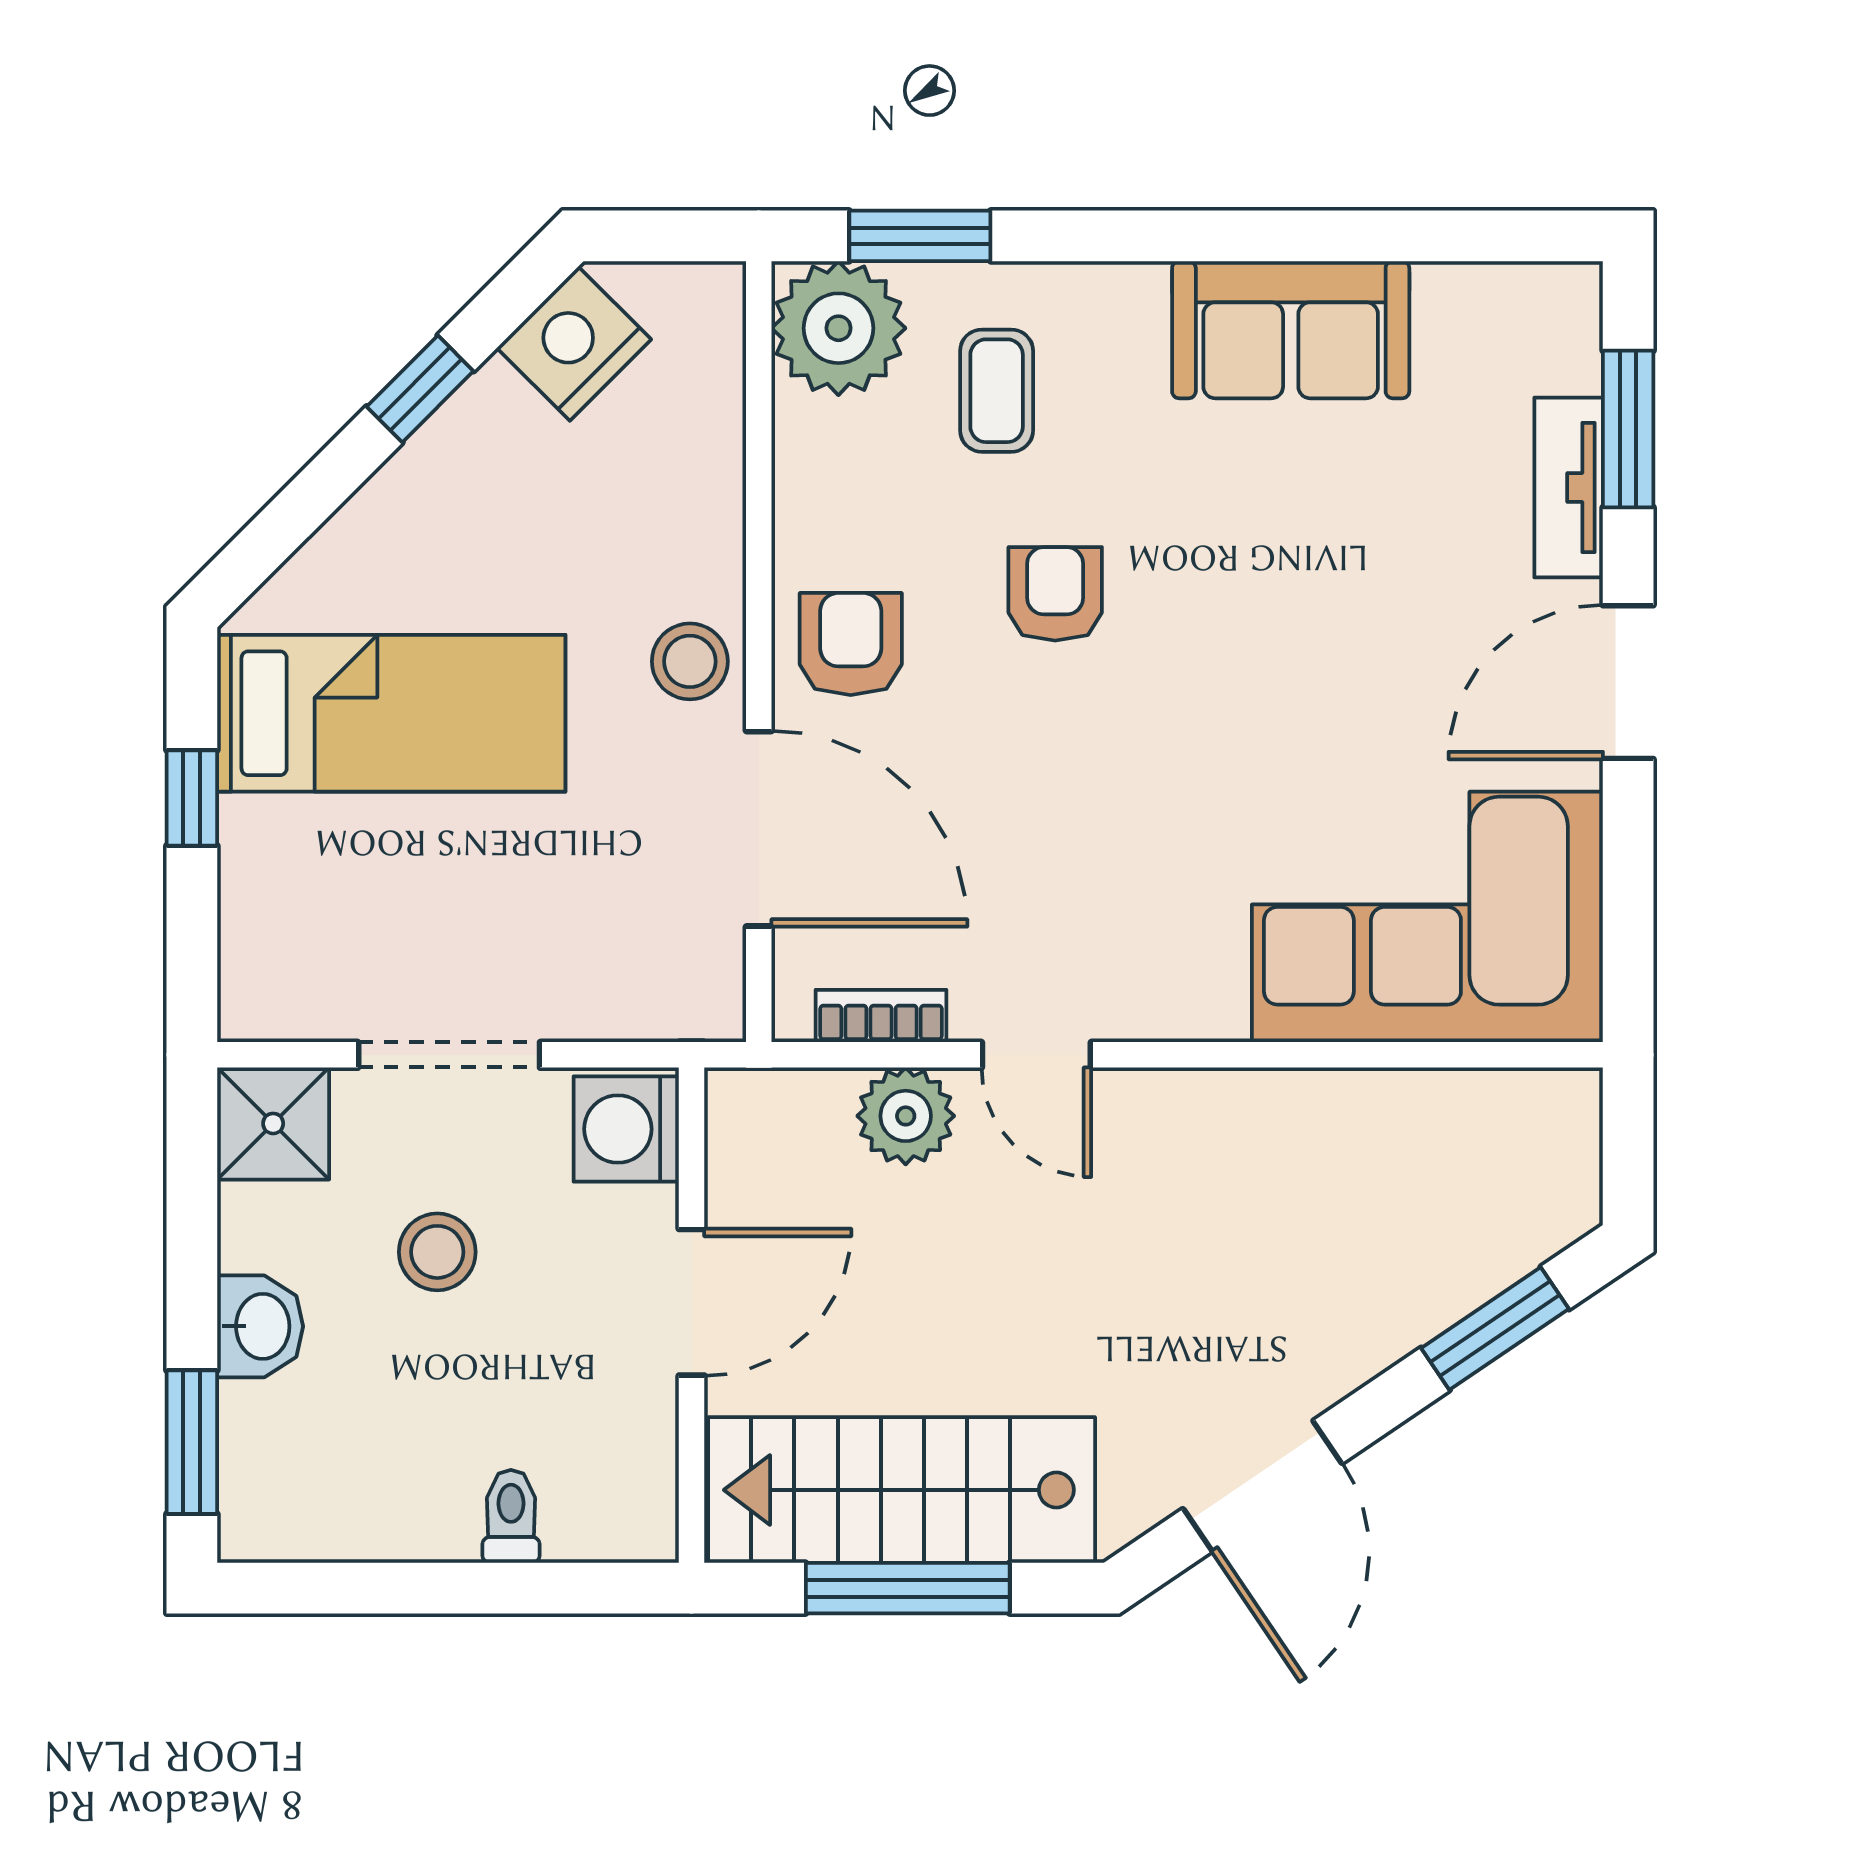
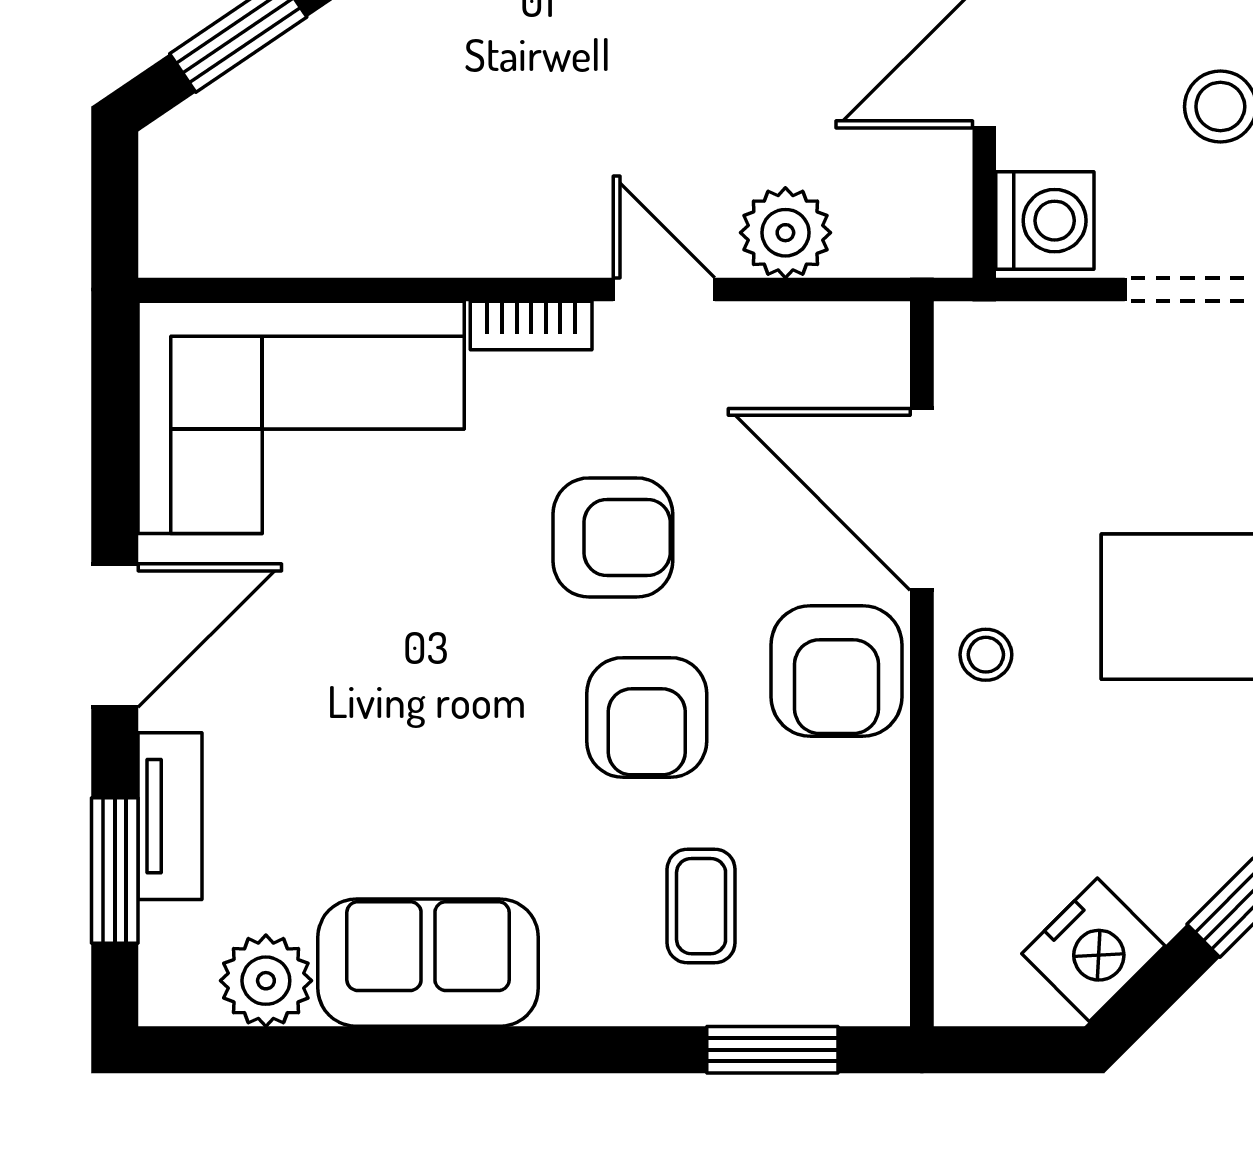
plant: (838, 328) -> (266, 981), moved, width x0.73, depth x0.73
armchair: (1055, 594) -> (647, 717), width x1.38, depth x1.38
armchair: (851, 644) -> (836, 671), width x1.38, depth x1.38
stool: (690, 661) -> (986, 655), width x0.73, depth x0.73
armchair: (1092, 788) -> (613, 537), added
bookcase: (881, 1016) -> (531, 325), moved

